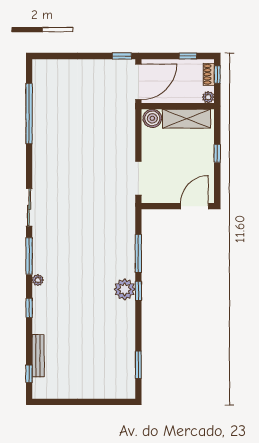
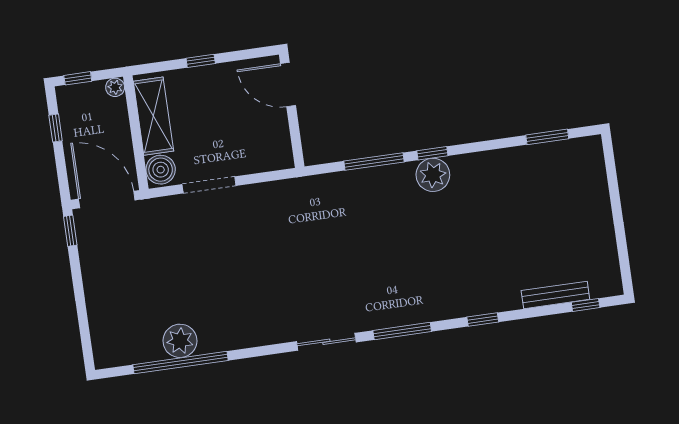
shoe rack: (209, 74) -> (79, 92), removed
doorway: (138, 178) -> (209, 185), moved
plant: (38, 280) -> (180, 341), moved, width x1.88, depth x1.88

